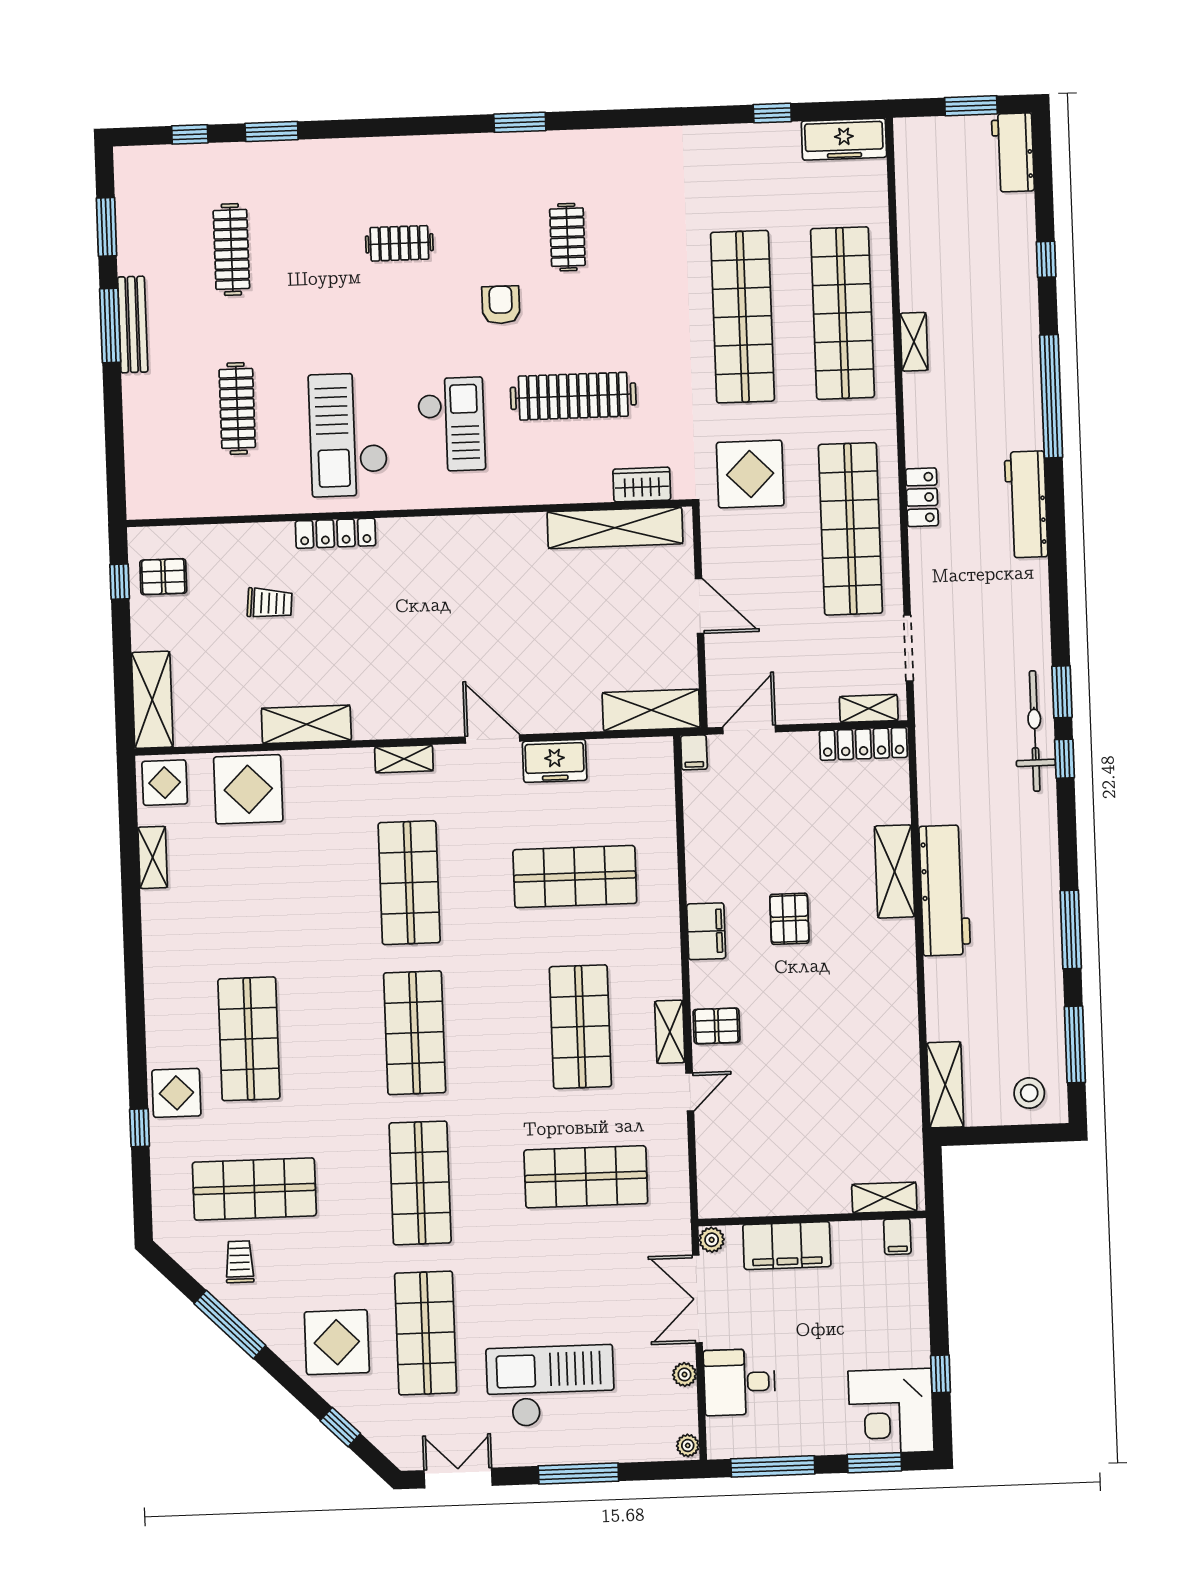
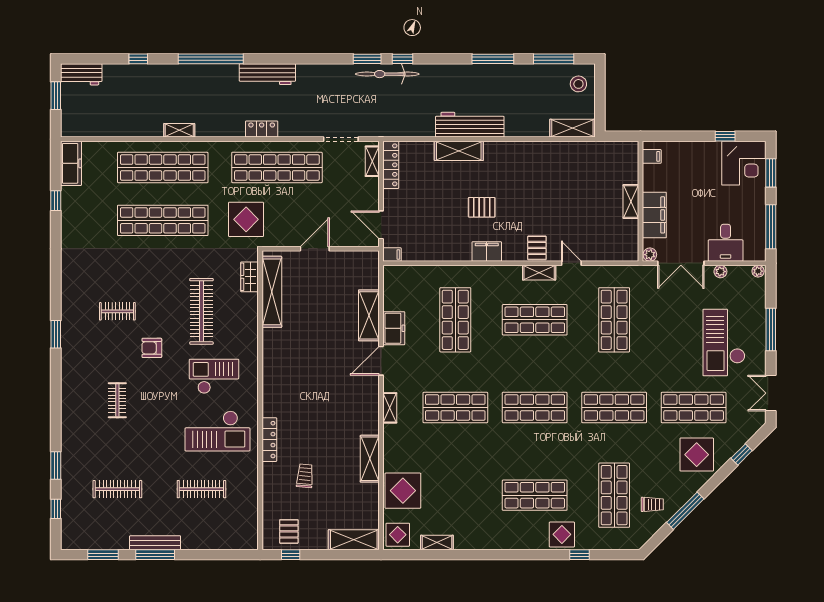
shelving: (651, 710) -> (369, 315), moved
shelving: (884, 1198) -> (631, 202), moved
trolley: (240, 1262) -> (652, 504), turned 180

